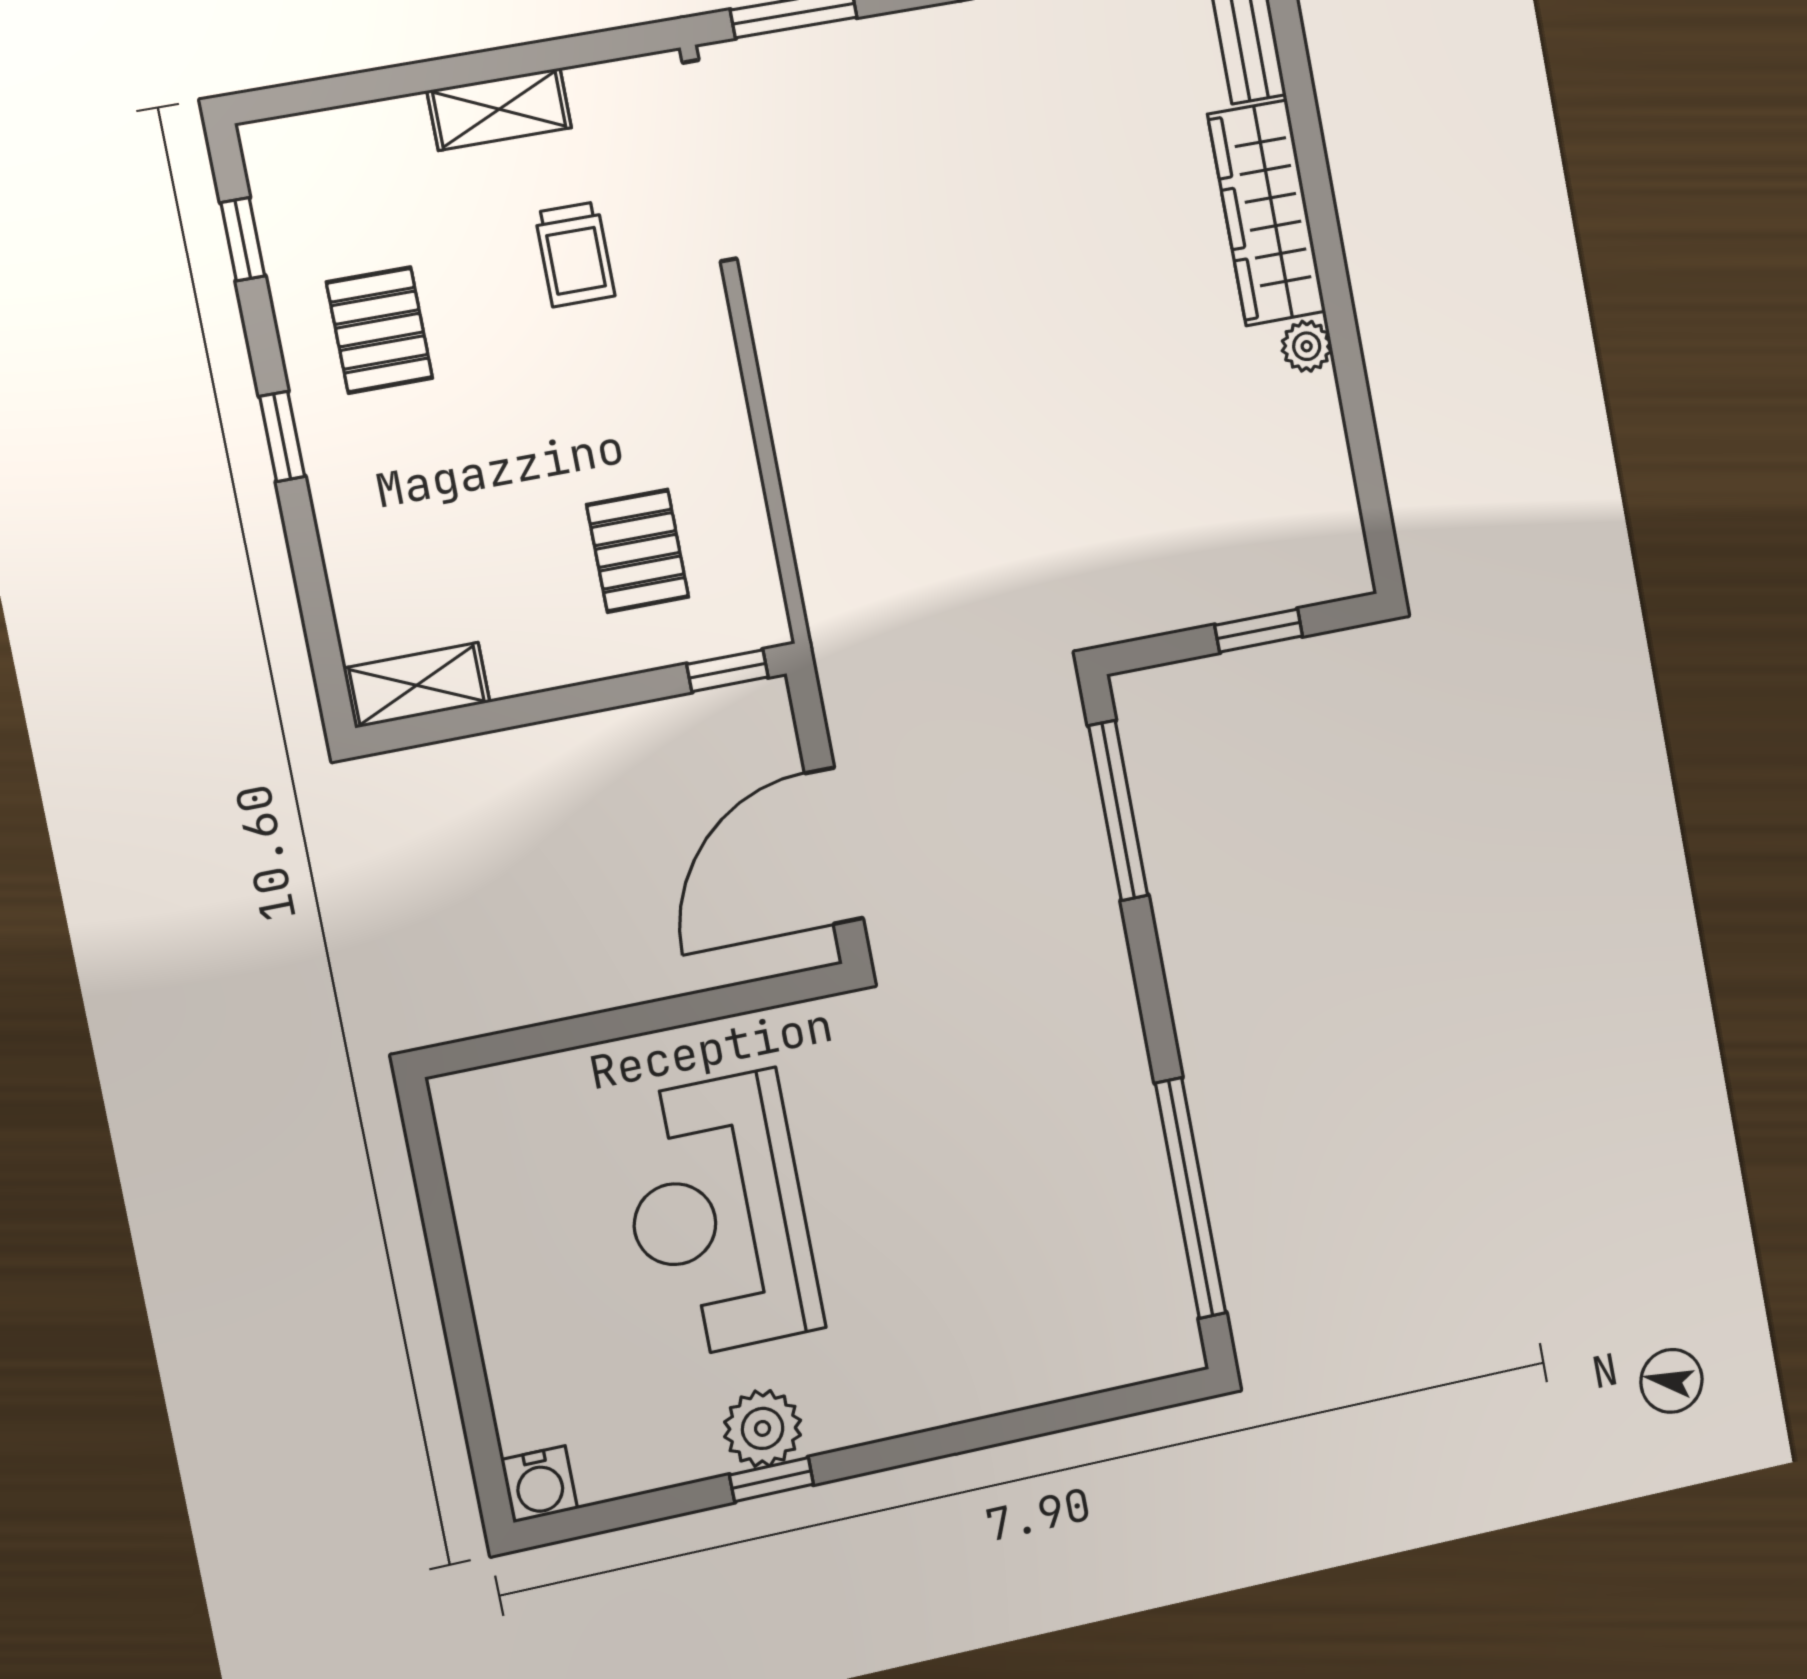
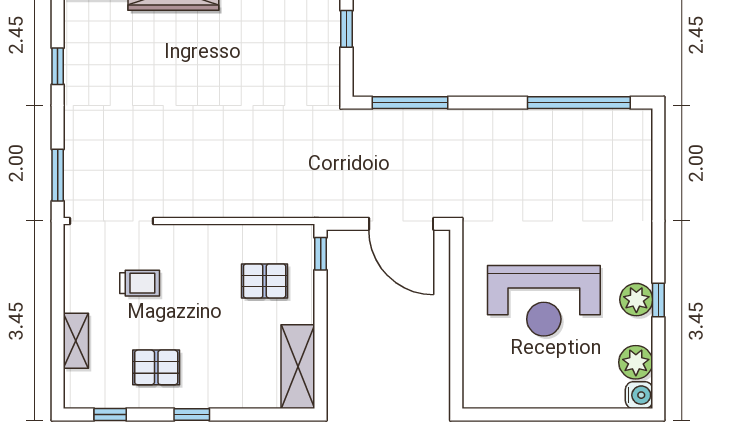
shelving: (499, 109) -> (76, 341), moved
shelving: (417, 685) -> (298, 367), width x1.50, depth x1.33
plant: (615, 1459) -> (636, 362), added

